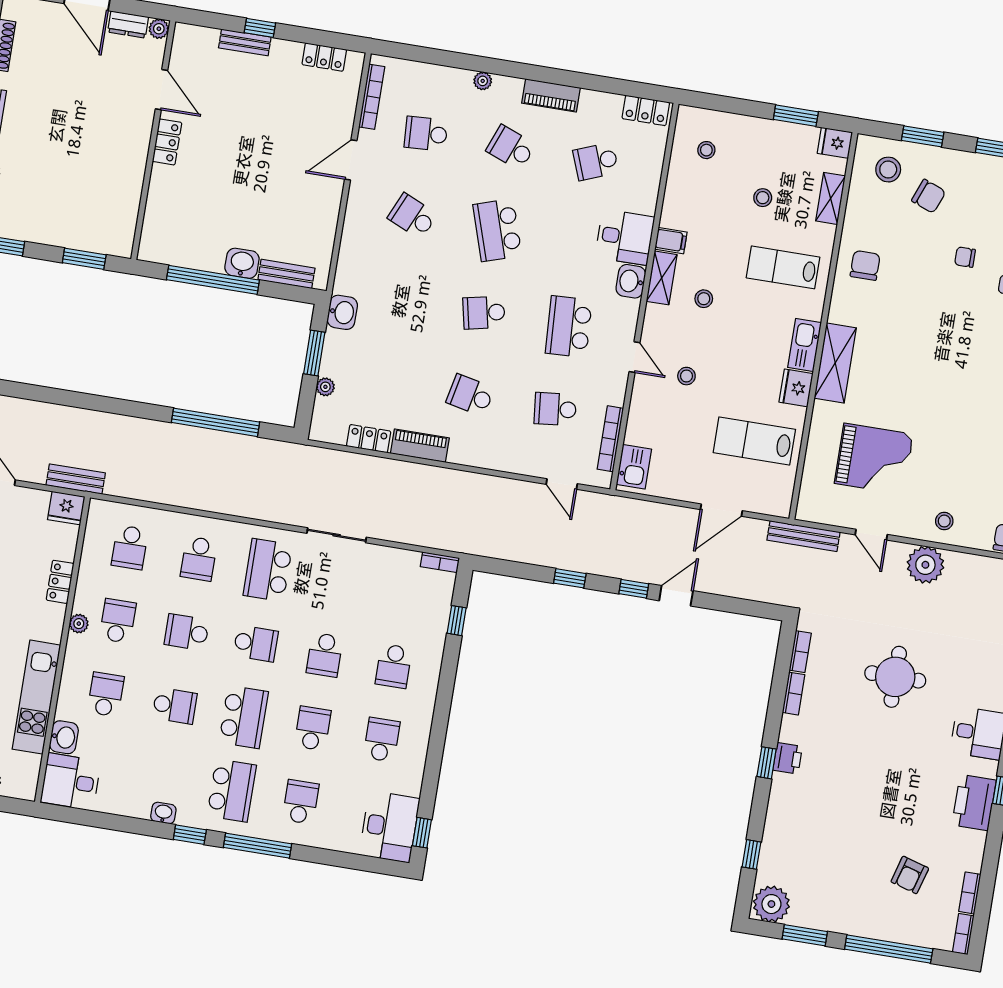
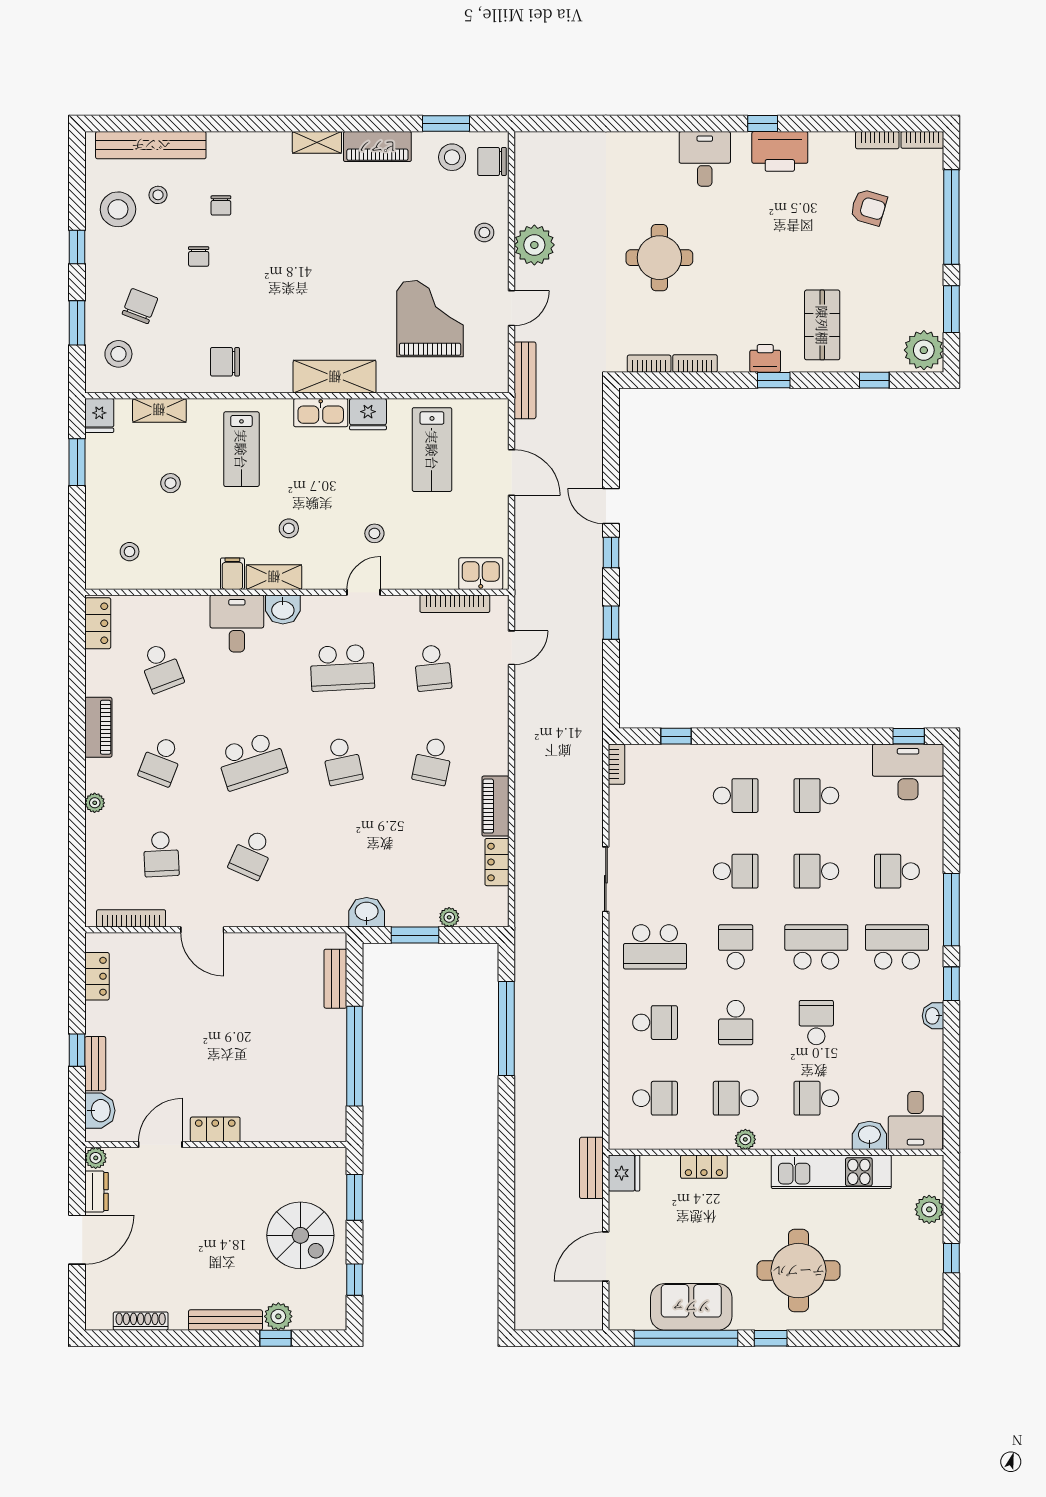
spiral stairs: (58, 204) -> (300, 1235), added
washbasin: (242, 263) -> (100, 1111), moved, turned 180
shop shelf: (810, 815) -> (822, 325), added

